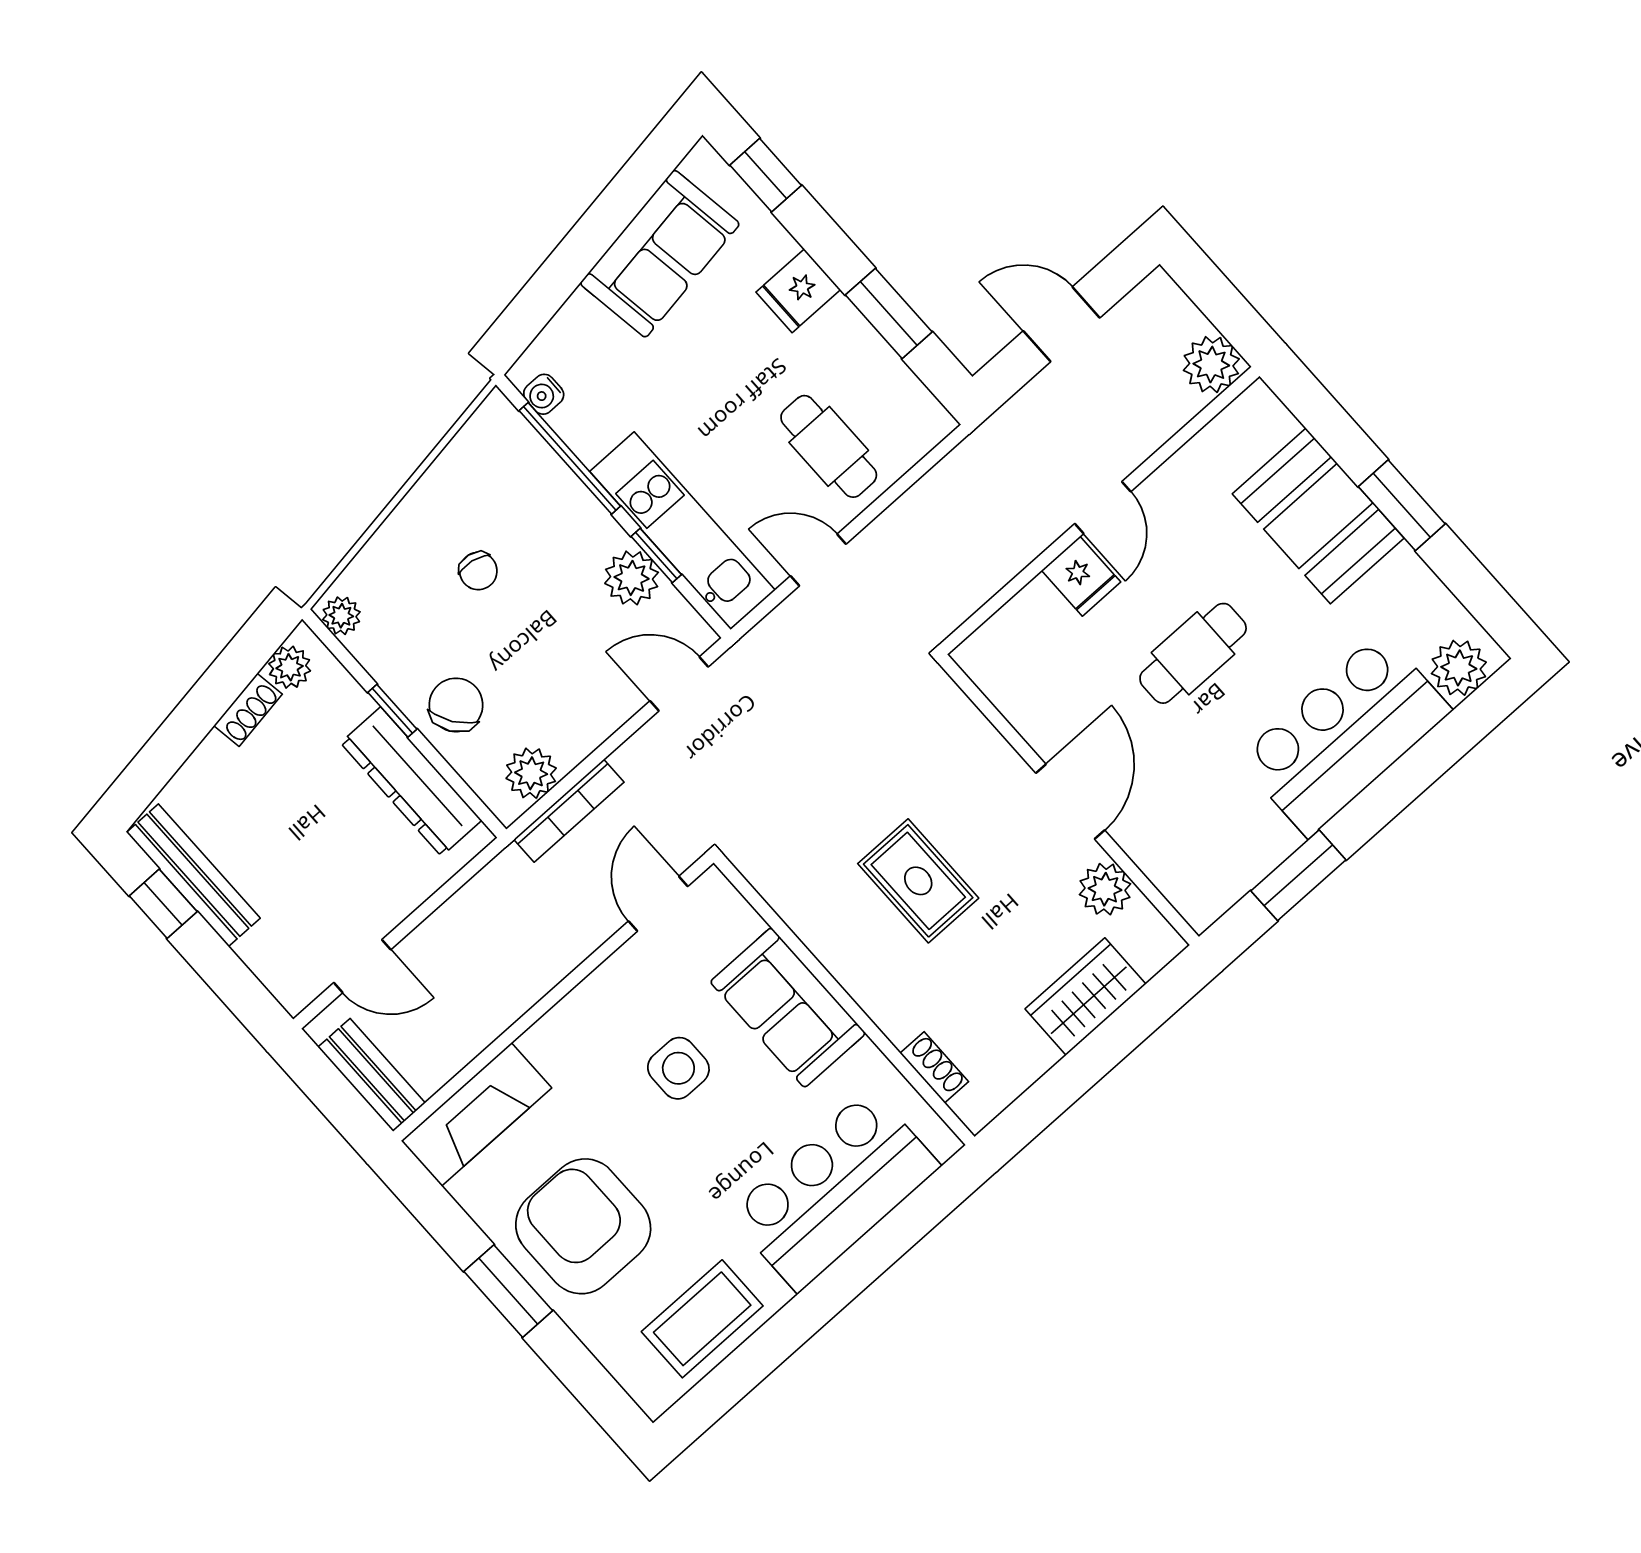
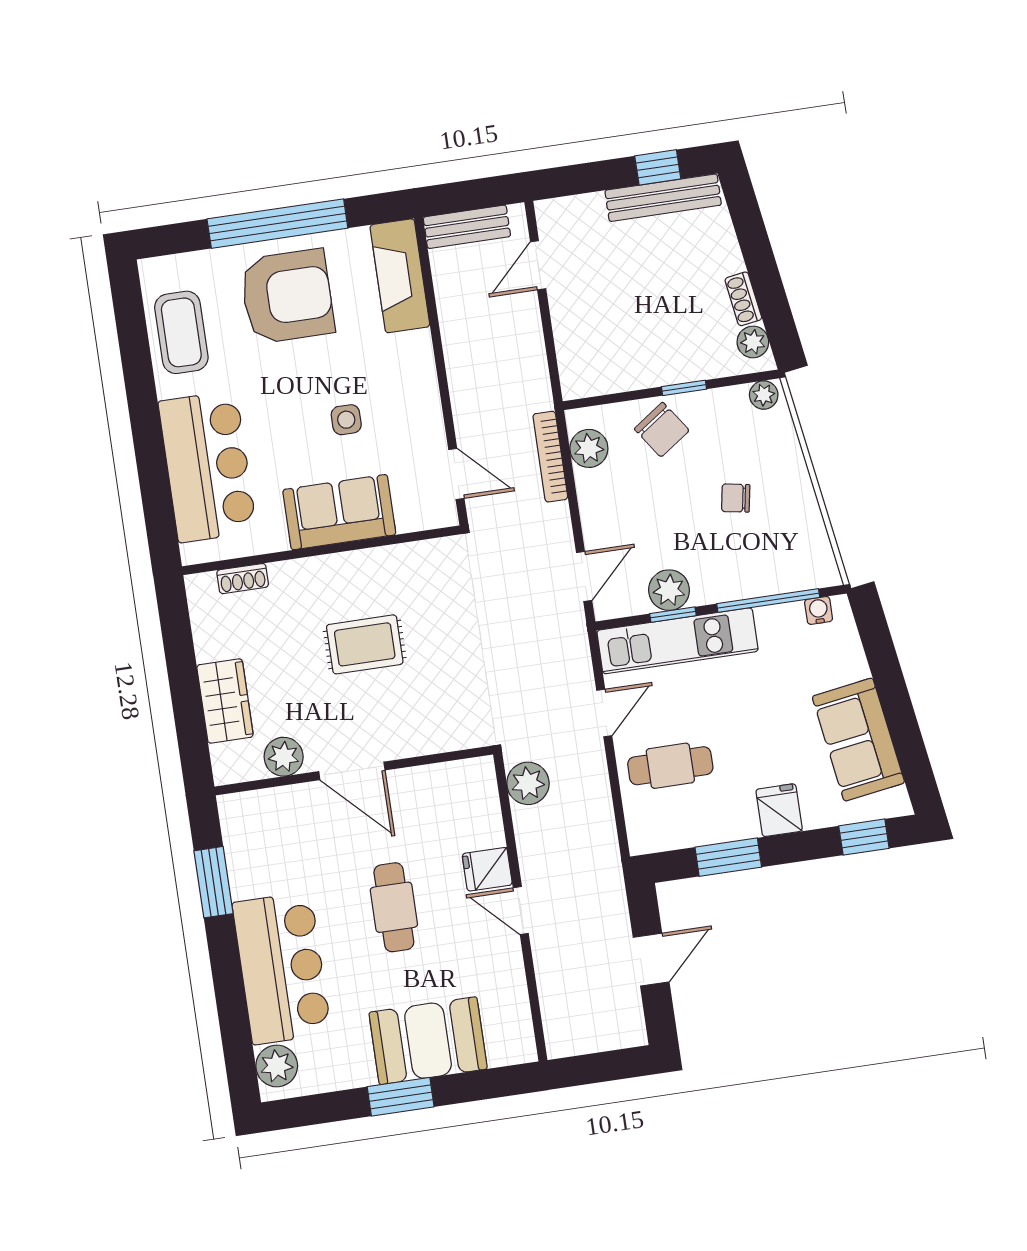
plant: (1211, 365) -> (528, 783), moved
dresser: (411, 782) -> (633, 371), removed
side table: (678, 1068) -> (346, 420), width x0.73, depth x0.73
window: (508, 1291) -> (277, 224), width x2.11

